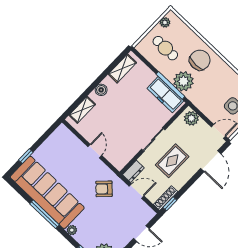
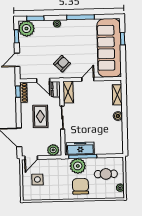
chair: (200, 60) -> (80, 186), turned 180
shelving: (122, 68) -> (68, 92), moved
door: (95, 151) -> (88, 79), swing flipped
door: (137, 191) -> (43, 80), hinge flipped
sofa: (47, 192) -> (109, 48), moved, turned 90

